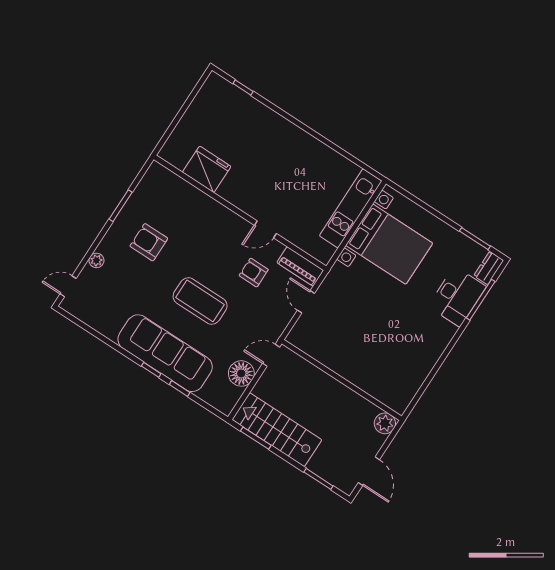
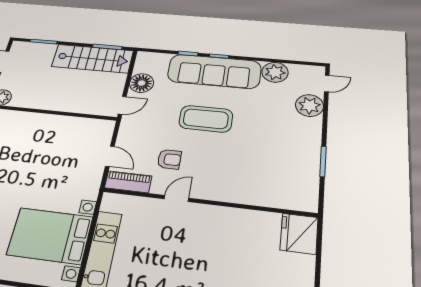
fridge: (207, 169) -> (299, 234), moved, turned 90
armchair: (149, 242) -> (278, 144), removed
plant: (96, 260) -> (310, 106), width x1.88, depth x1.88
plant: (108, 323) -> (275, 72), added

